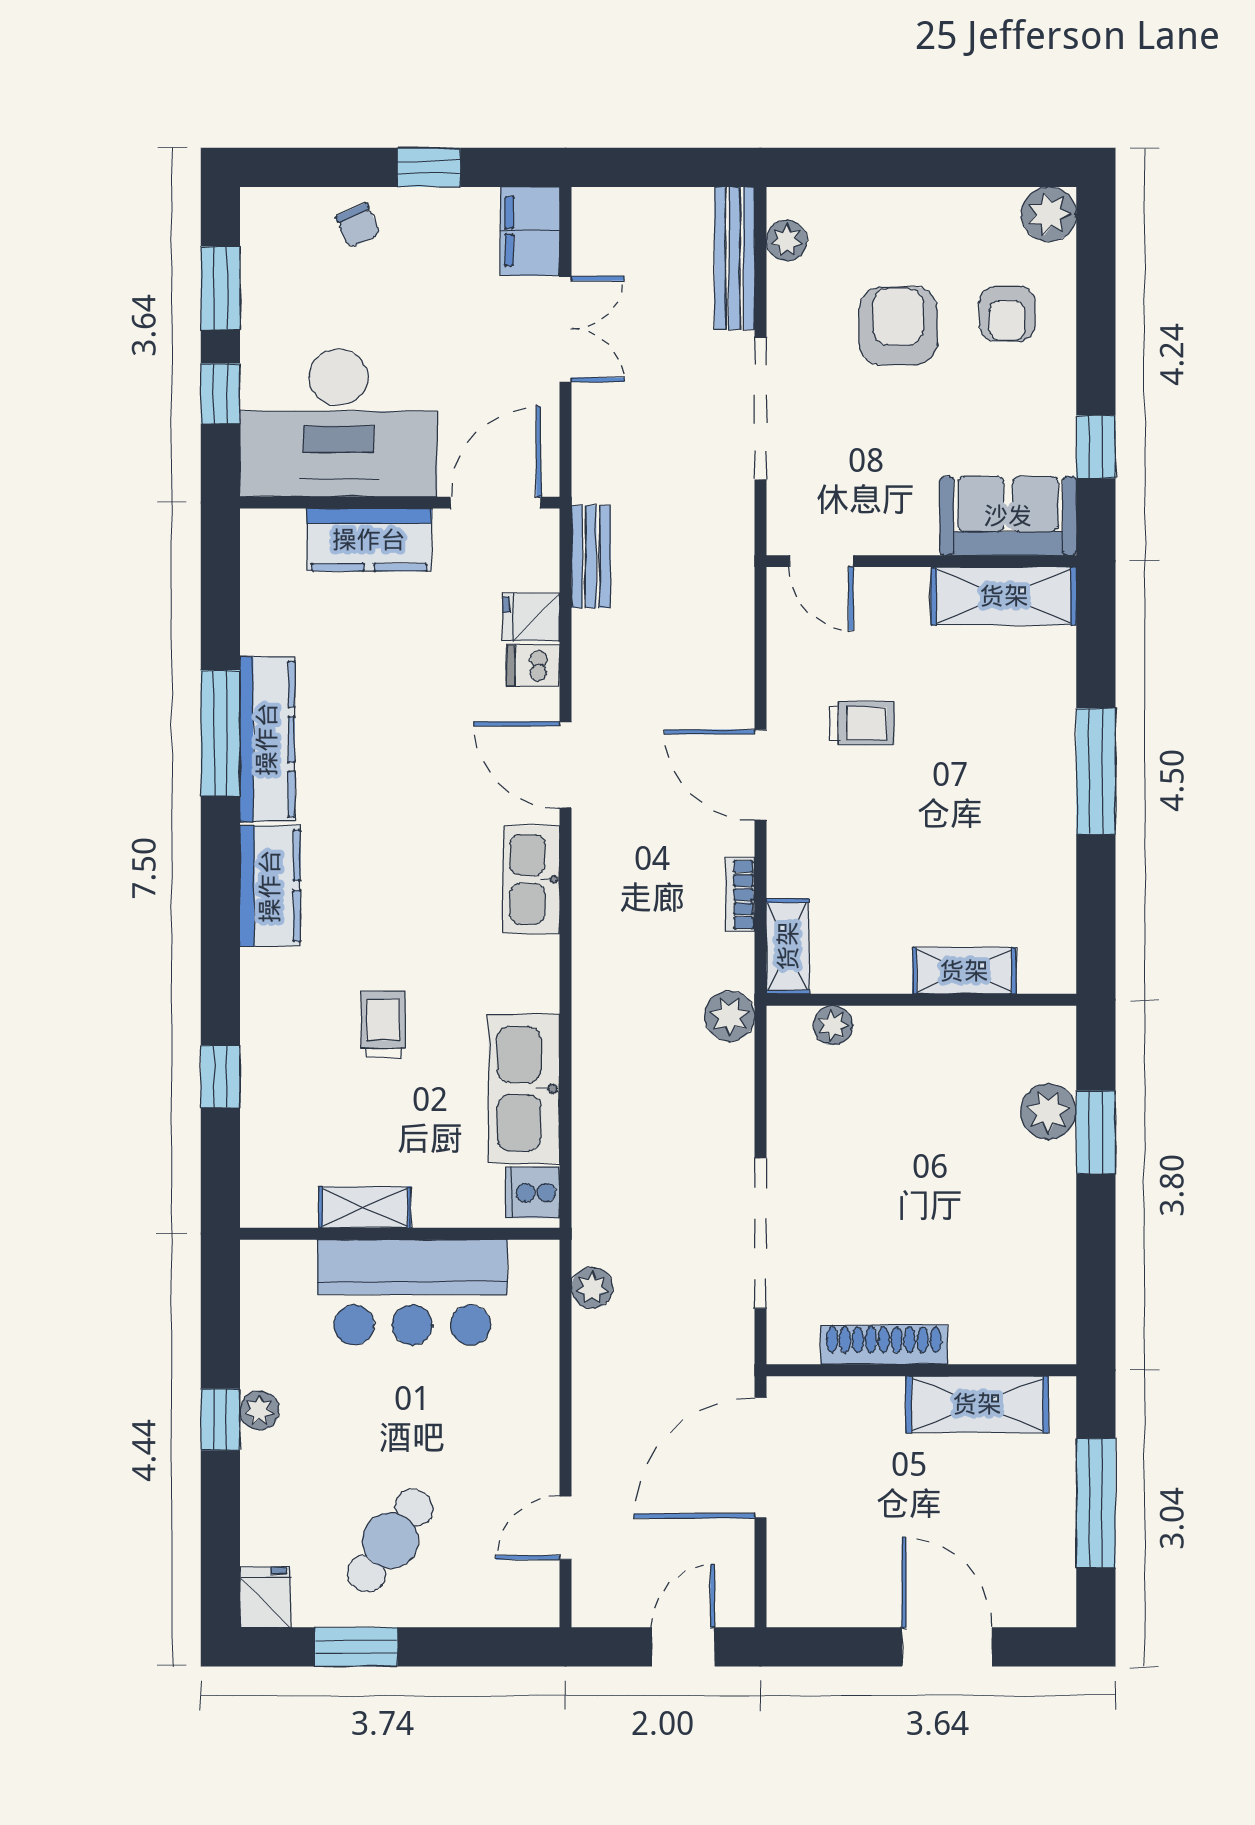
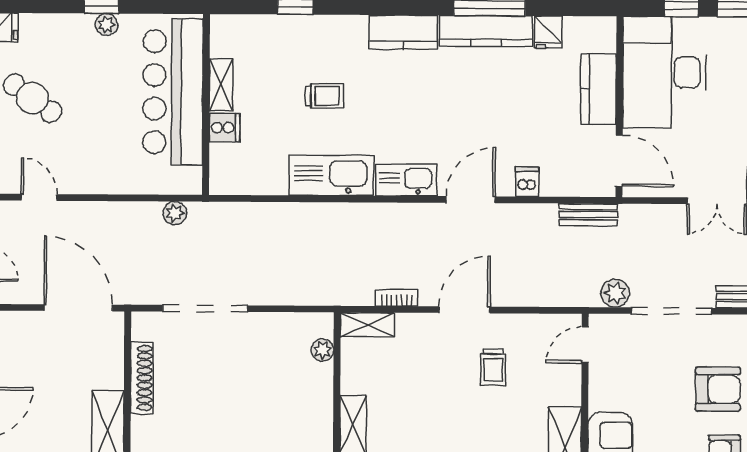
fridge: (531, 617) -> (548, 32), moved, turned 180
plant: (730, 1016) -> (615, 293), moved
kitchen sink: (524, 1089) -> (332, 175), moved
cooker: (533, 1193) -> (225, 128), moved, turned 90
bar counter: (412, 1292) -> (173, 92), width x1.36

